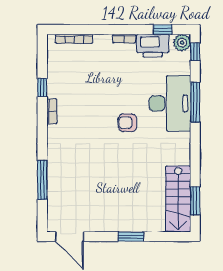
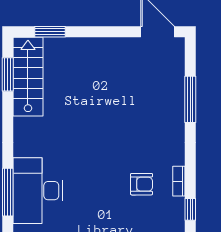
armchair: (127, 123) -> (142, 184), moved
window: (131, 237) -> (50, 32), moved

